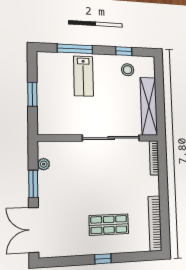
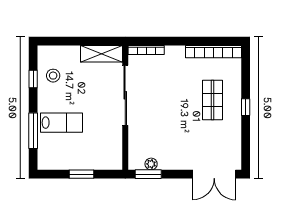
shelving: (149, 106) -> (101, 54), width x0.68
window: (33, 184) -> (148, 174), moved

